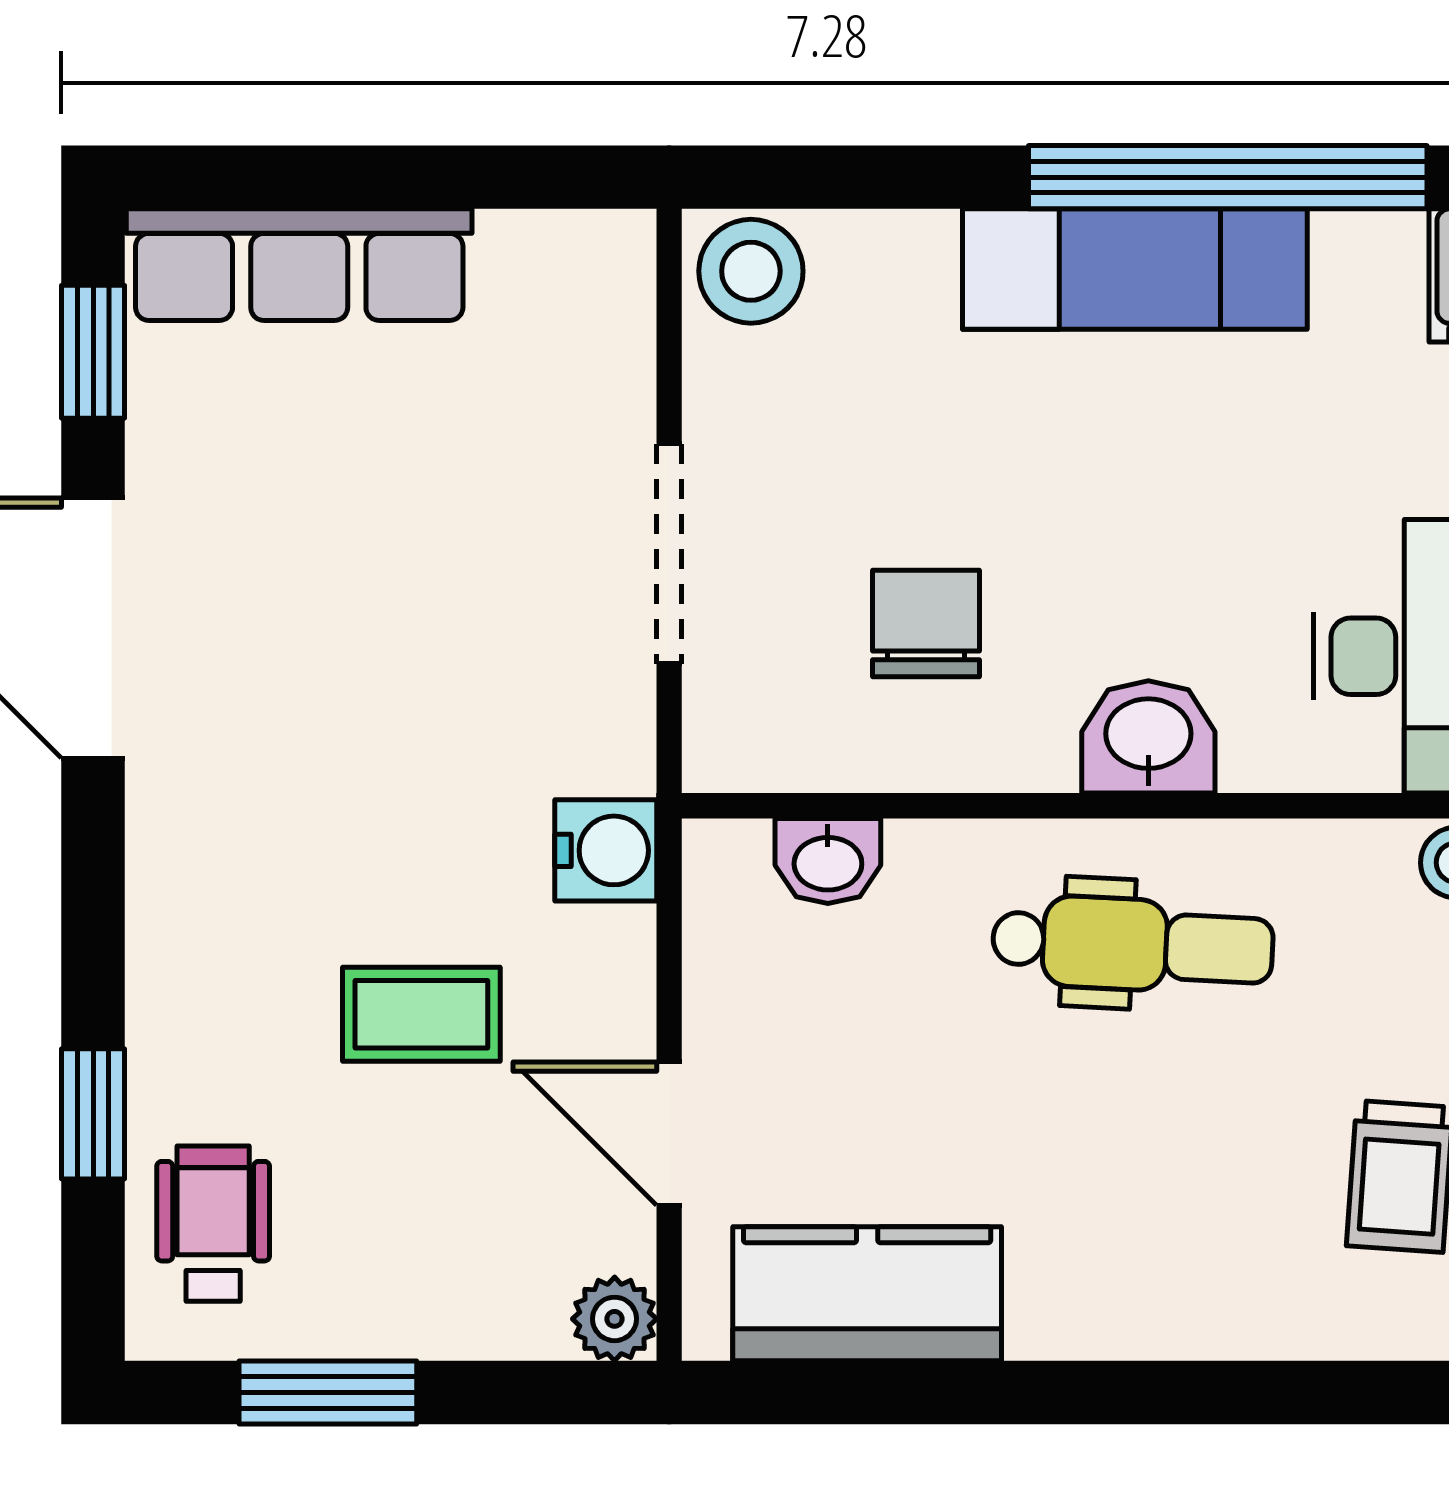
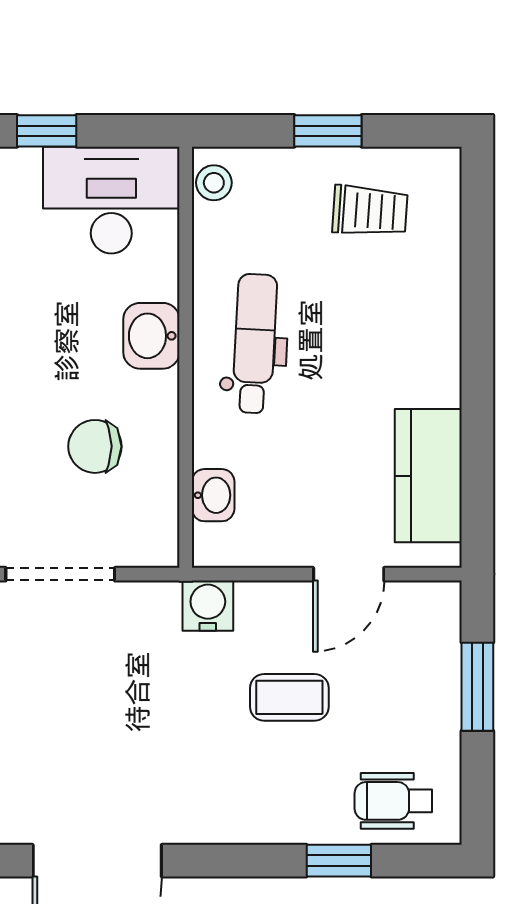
coffee table: (421, 1014) -> (289, 697), turned 90
plant: (615, 1319) -> (441, 601), removed
window: (328, 1392) -> (477, 687), moved

